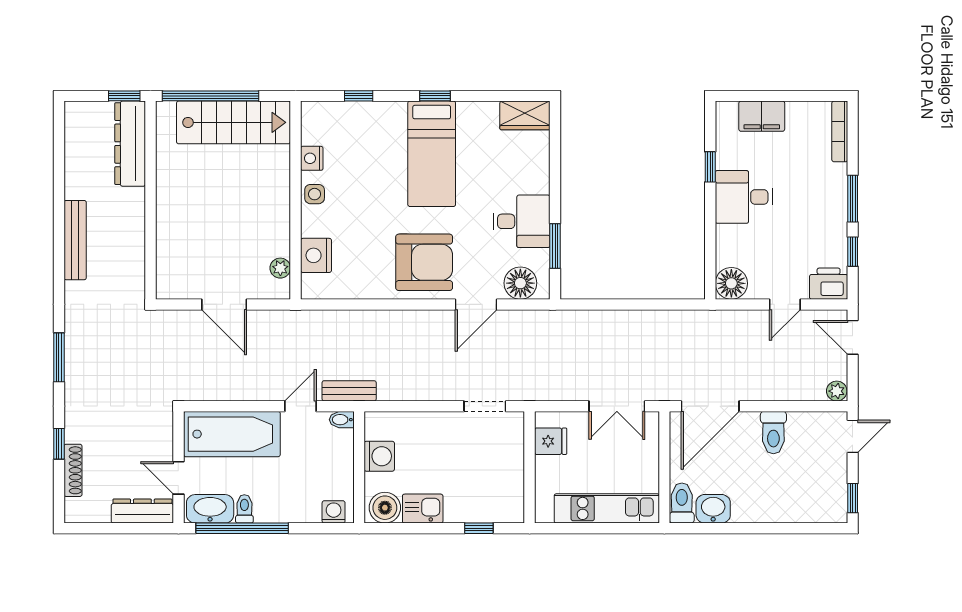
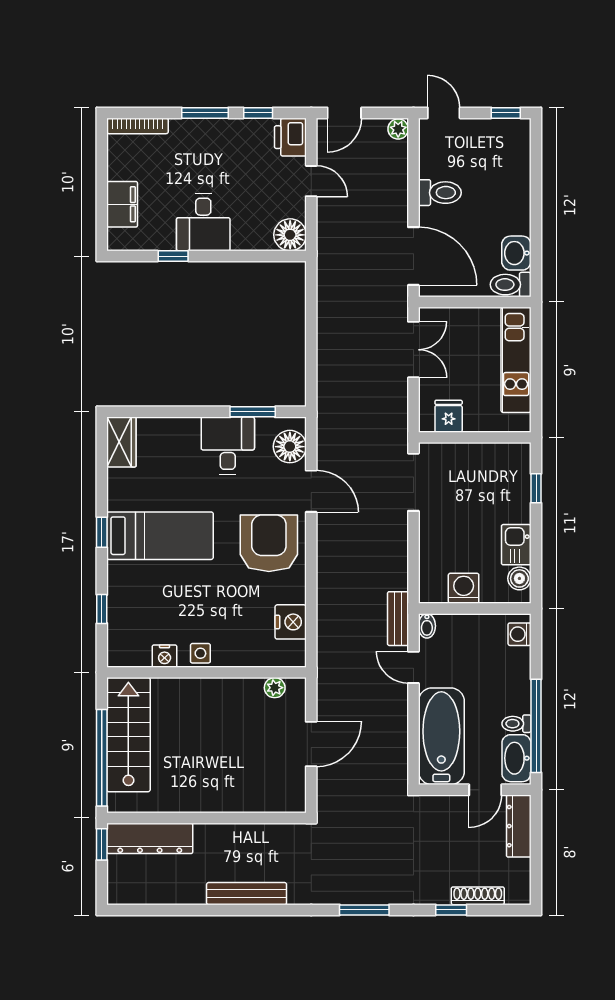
nightstand: (316, 255) -> (291, 622), moved, turned -90
doorway: (485, 406) -> (413, 482), width x1.38
boiler: (385, 508) -> (519, 578), width x0.73, depth x0.73

